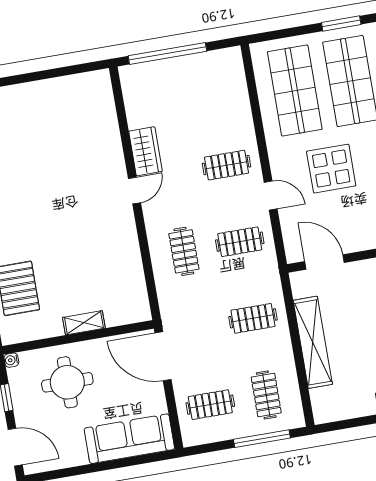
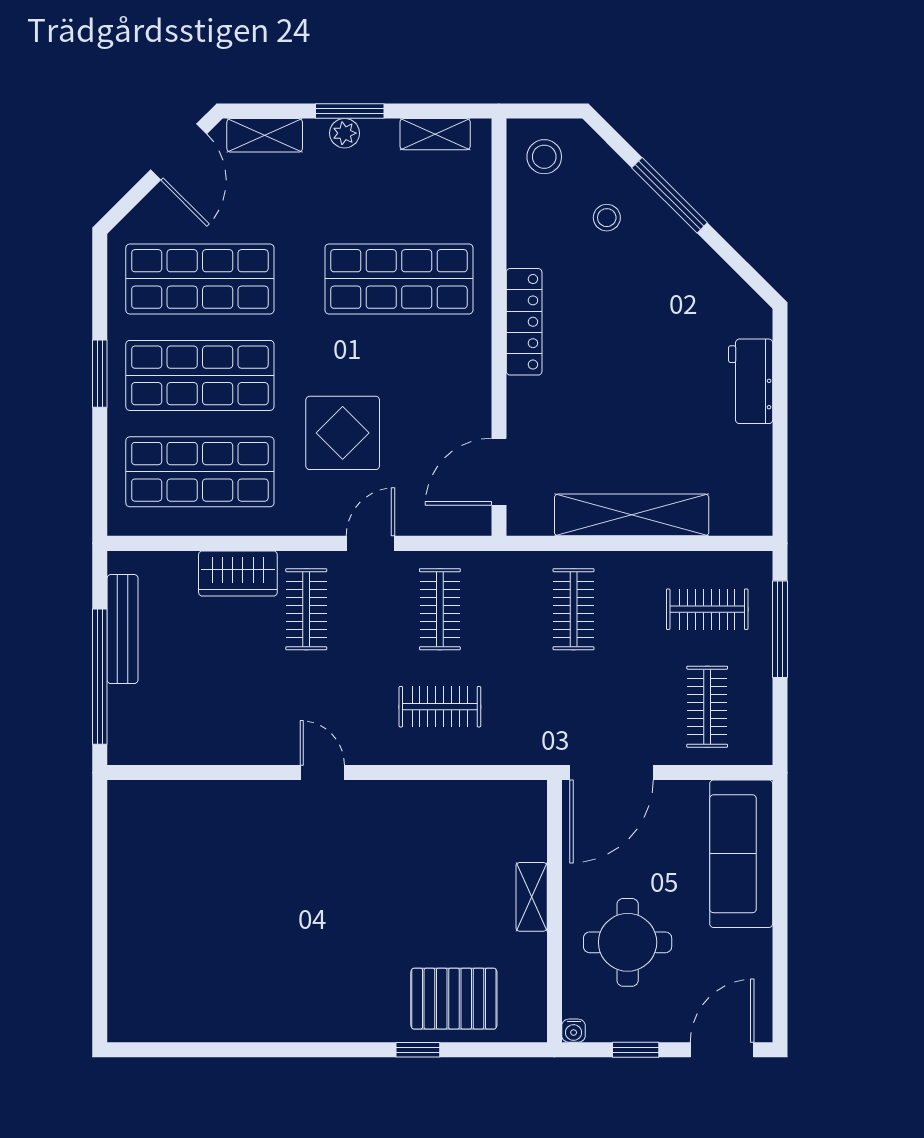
bench: (197, 62) -> (123, 629), added
wardrobe: (145, 151) -> (238, 574), moved, turned 180

